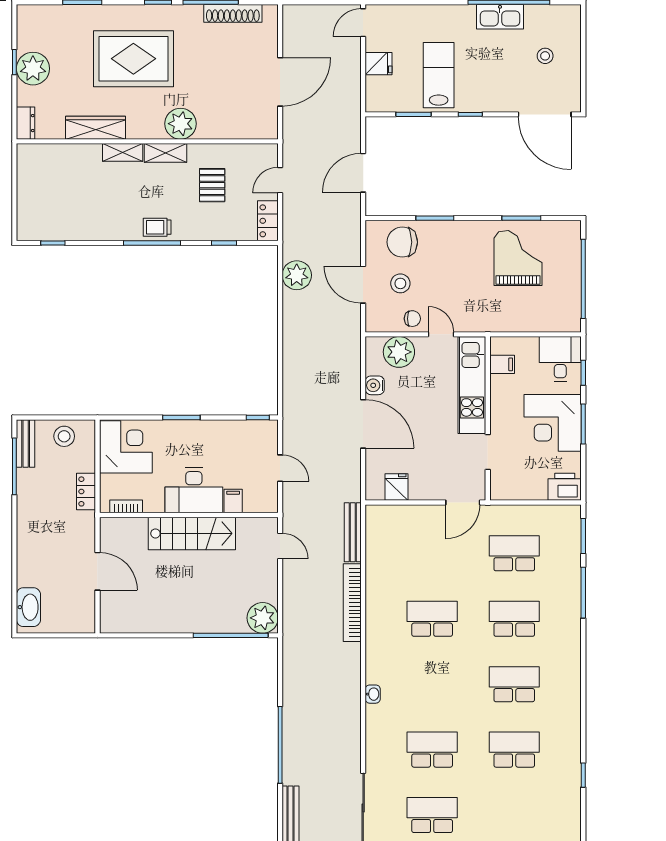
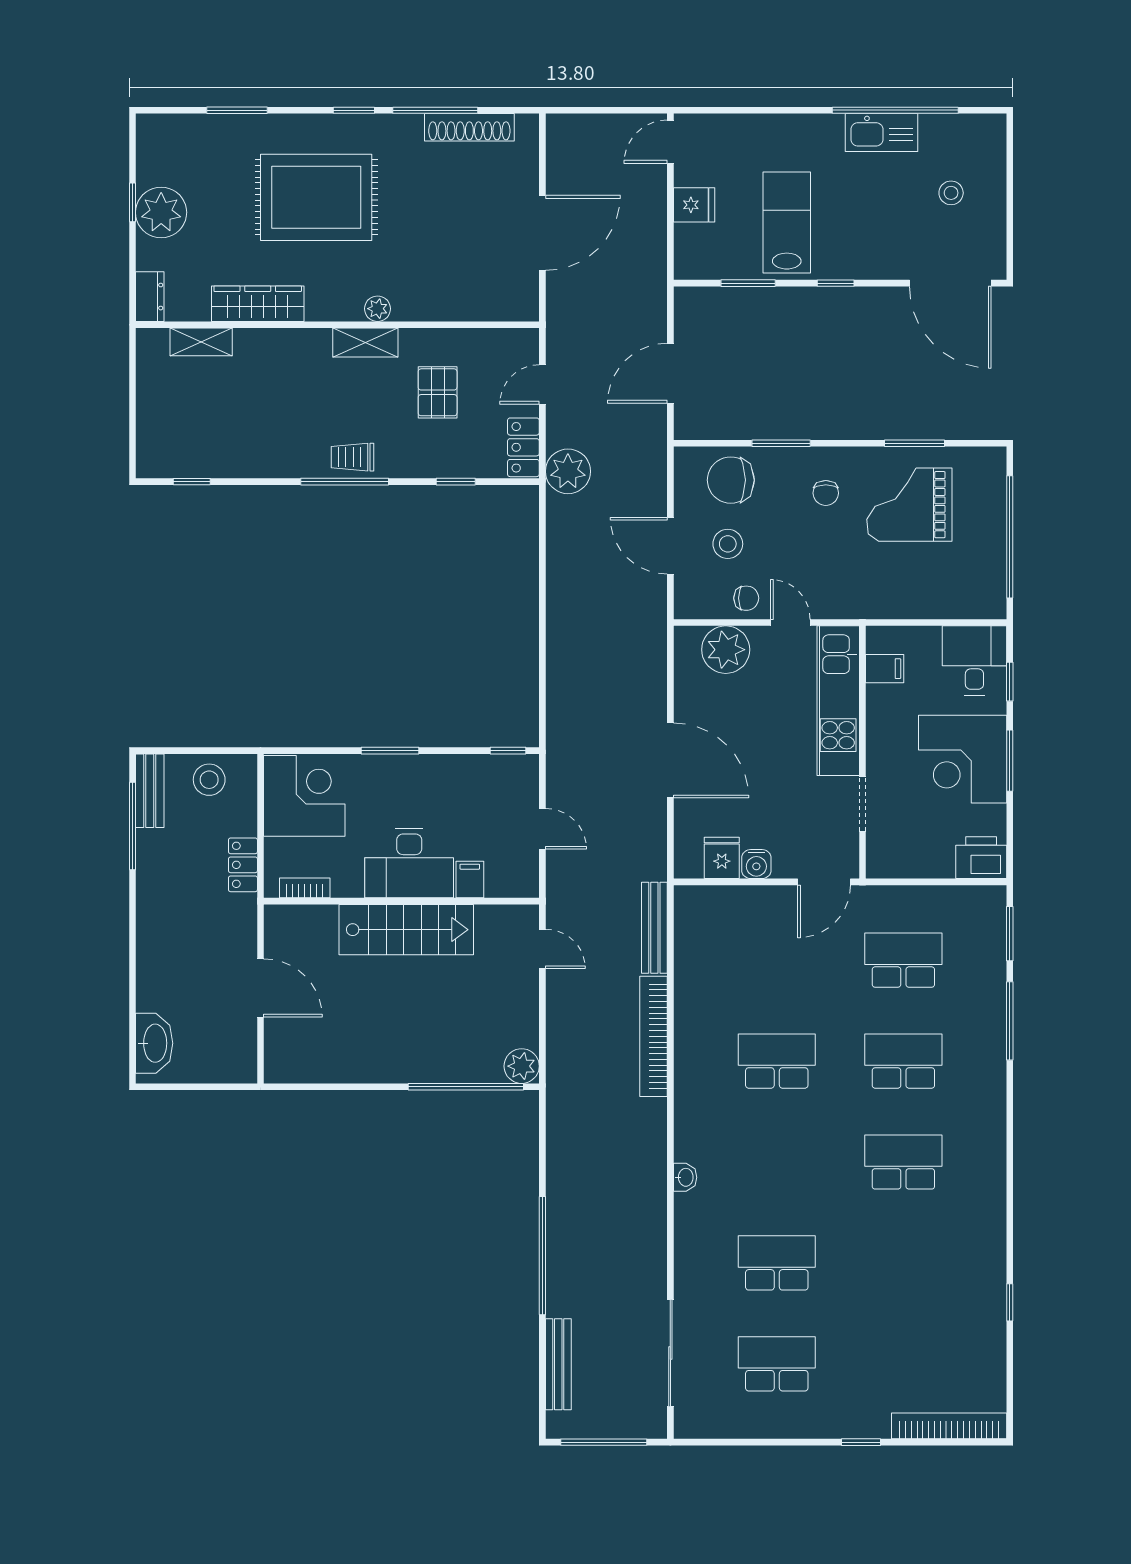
plant: (181, 124) -> (378, 309), width x0.53, depth x0.53
shelving: (123, 152) -> (201, 342), moved
chair: (464, 250) -> (826, 493), added
grand piano: (518, 258) -> (909, 505), turned -90
plant: (297, 275) -> (568, 471), moved
water cooler: (375, 385) -> (756, 864), moved, turned -90
plant: (263, 618) -> (522, 1066), width x0.73, depth x0.73
school desk: (514, 750) -> (903, 1263), removed

